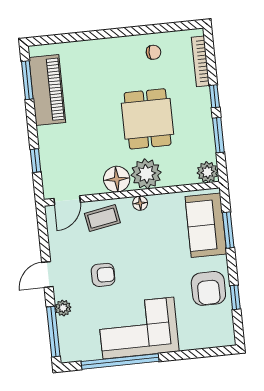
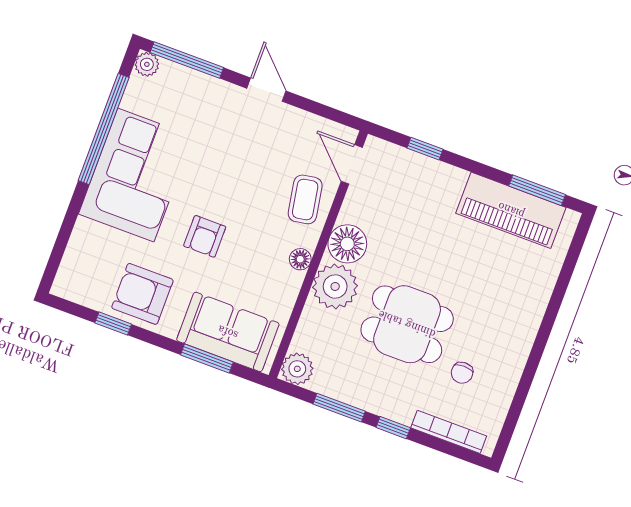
chair: (153, 52) -> (462, 373), moved
armchair: (103, 275) -> (205, 236), moved
plant: (63, 308) -> (147, 64), moved

